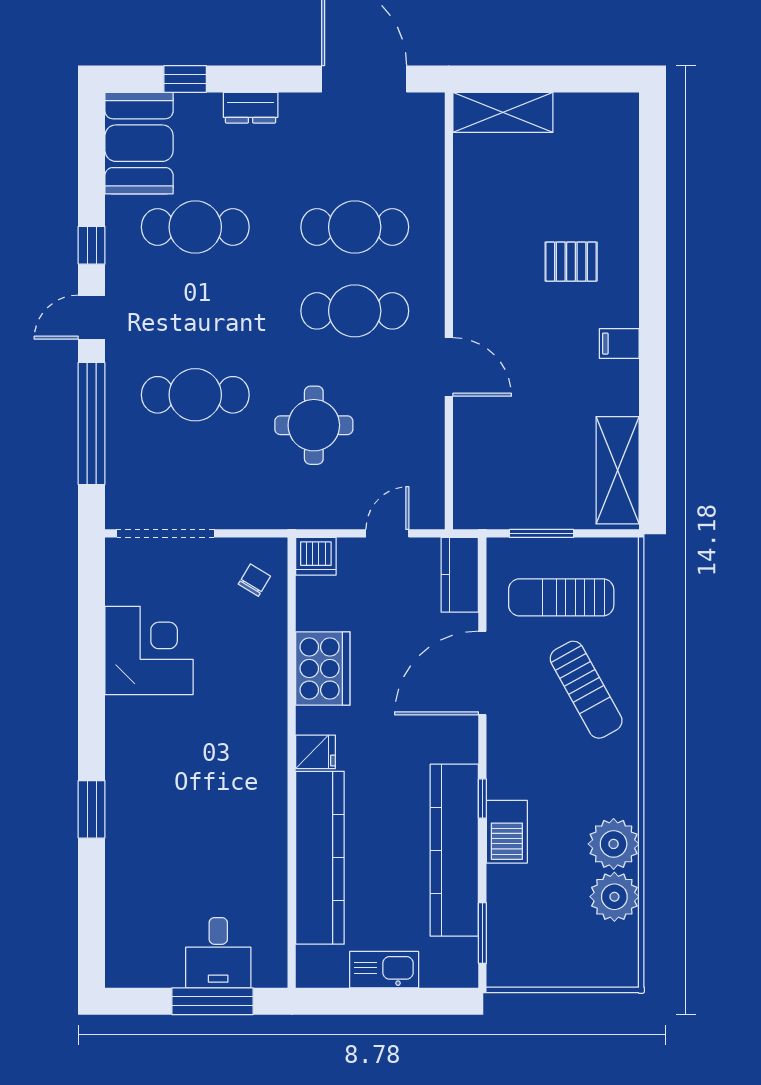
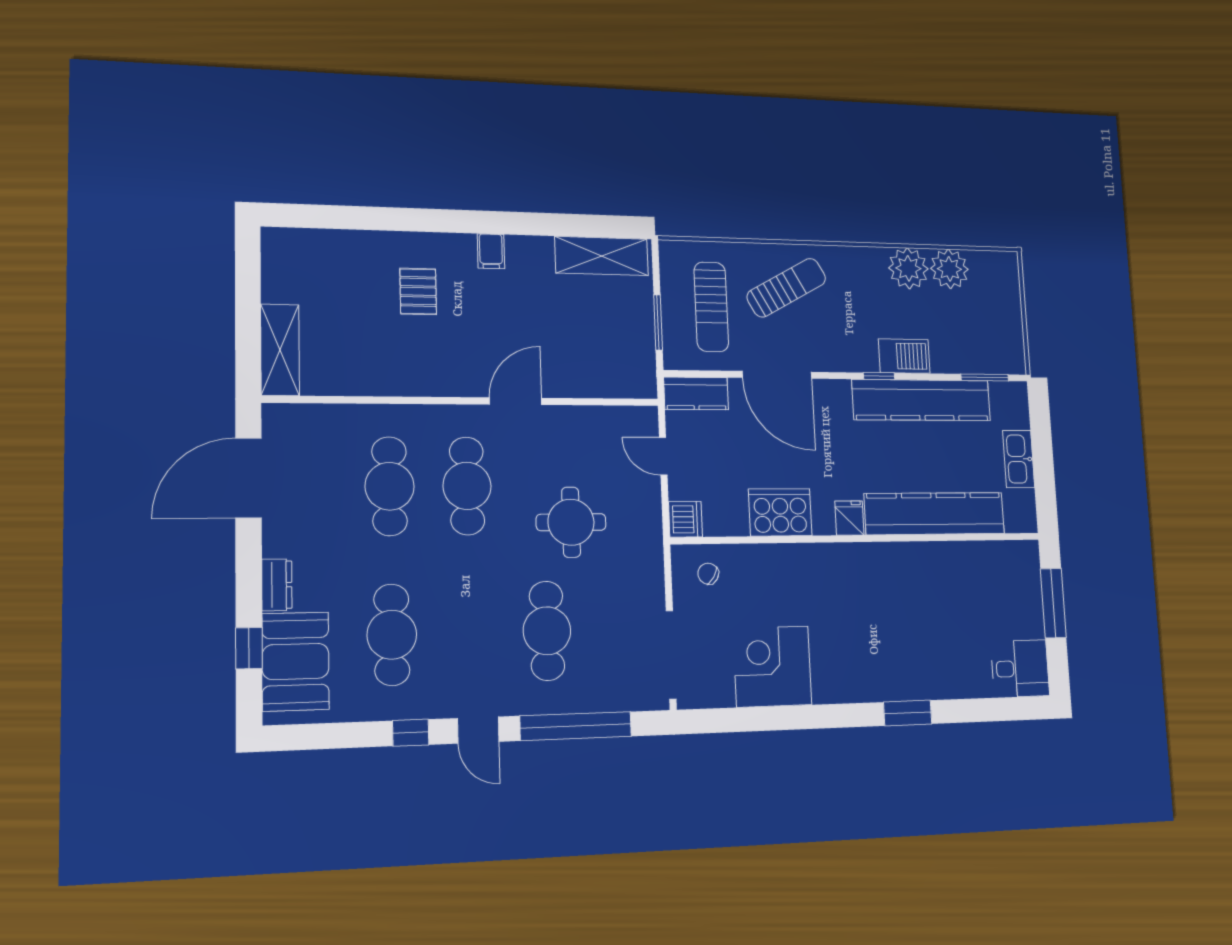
booth: (139, 143) -> (296, 662), moved, turned 90
desk: (218, 953) -> (1020, 669), moved

